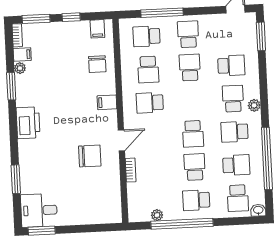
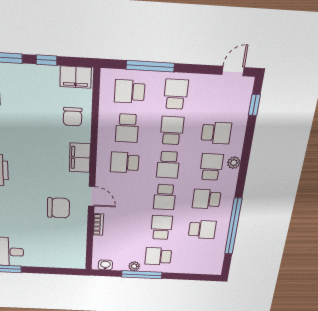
filing cabinet: (97, 29) -> (76, 77), width x2.00
window: (261, 36) -> (254, 105), width x0.67
filing cabinet: (107, 102) -> (80, 158), width x2.00
plant: (254, 105) -> (234, 163), moved
door: (121, 140) -> (92, 196), hinge flipped
school desk: (238, 198) -> (168, 165), moved
washbasin: (258, 210) -> (105, 265), moved
plant: (157, 215) -> (134, 266), moved
window: (182, 224) -> (142, 275), width x0.68

